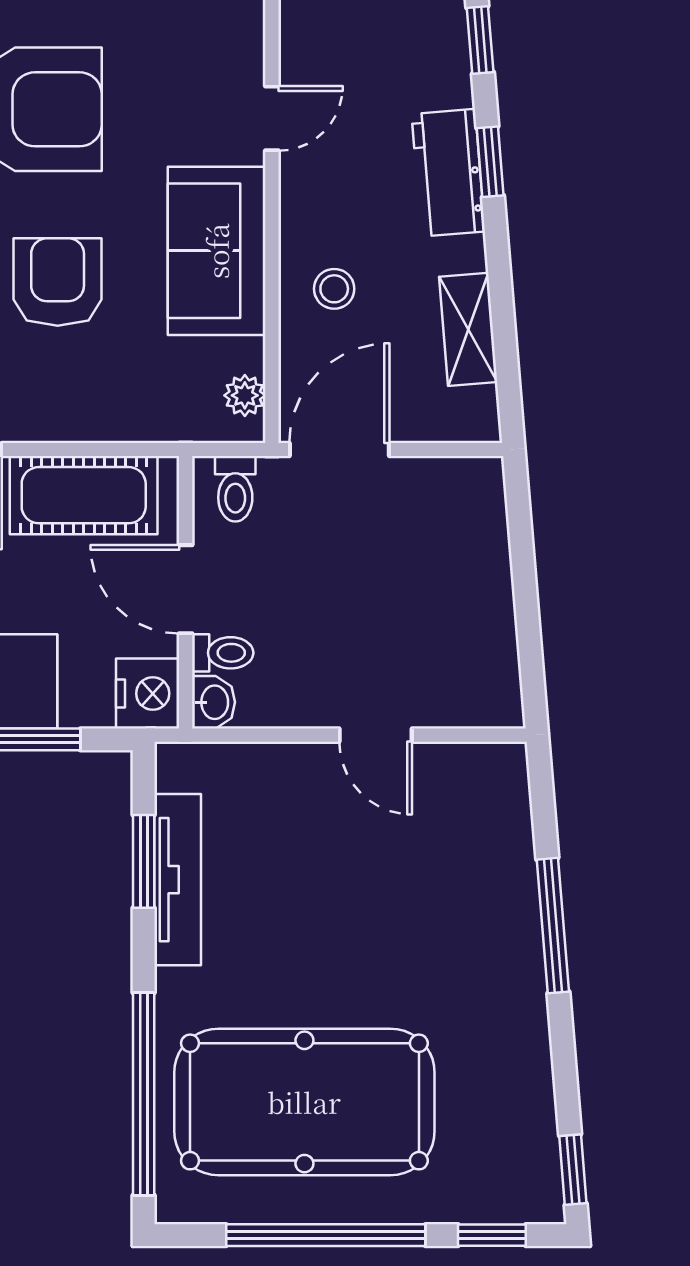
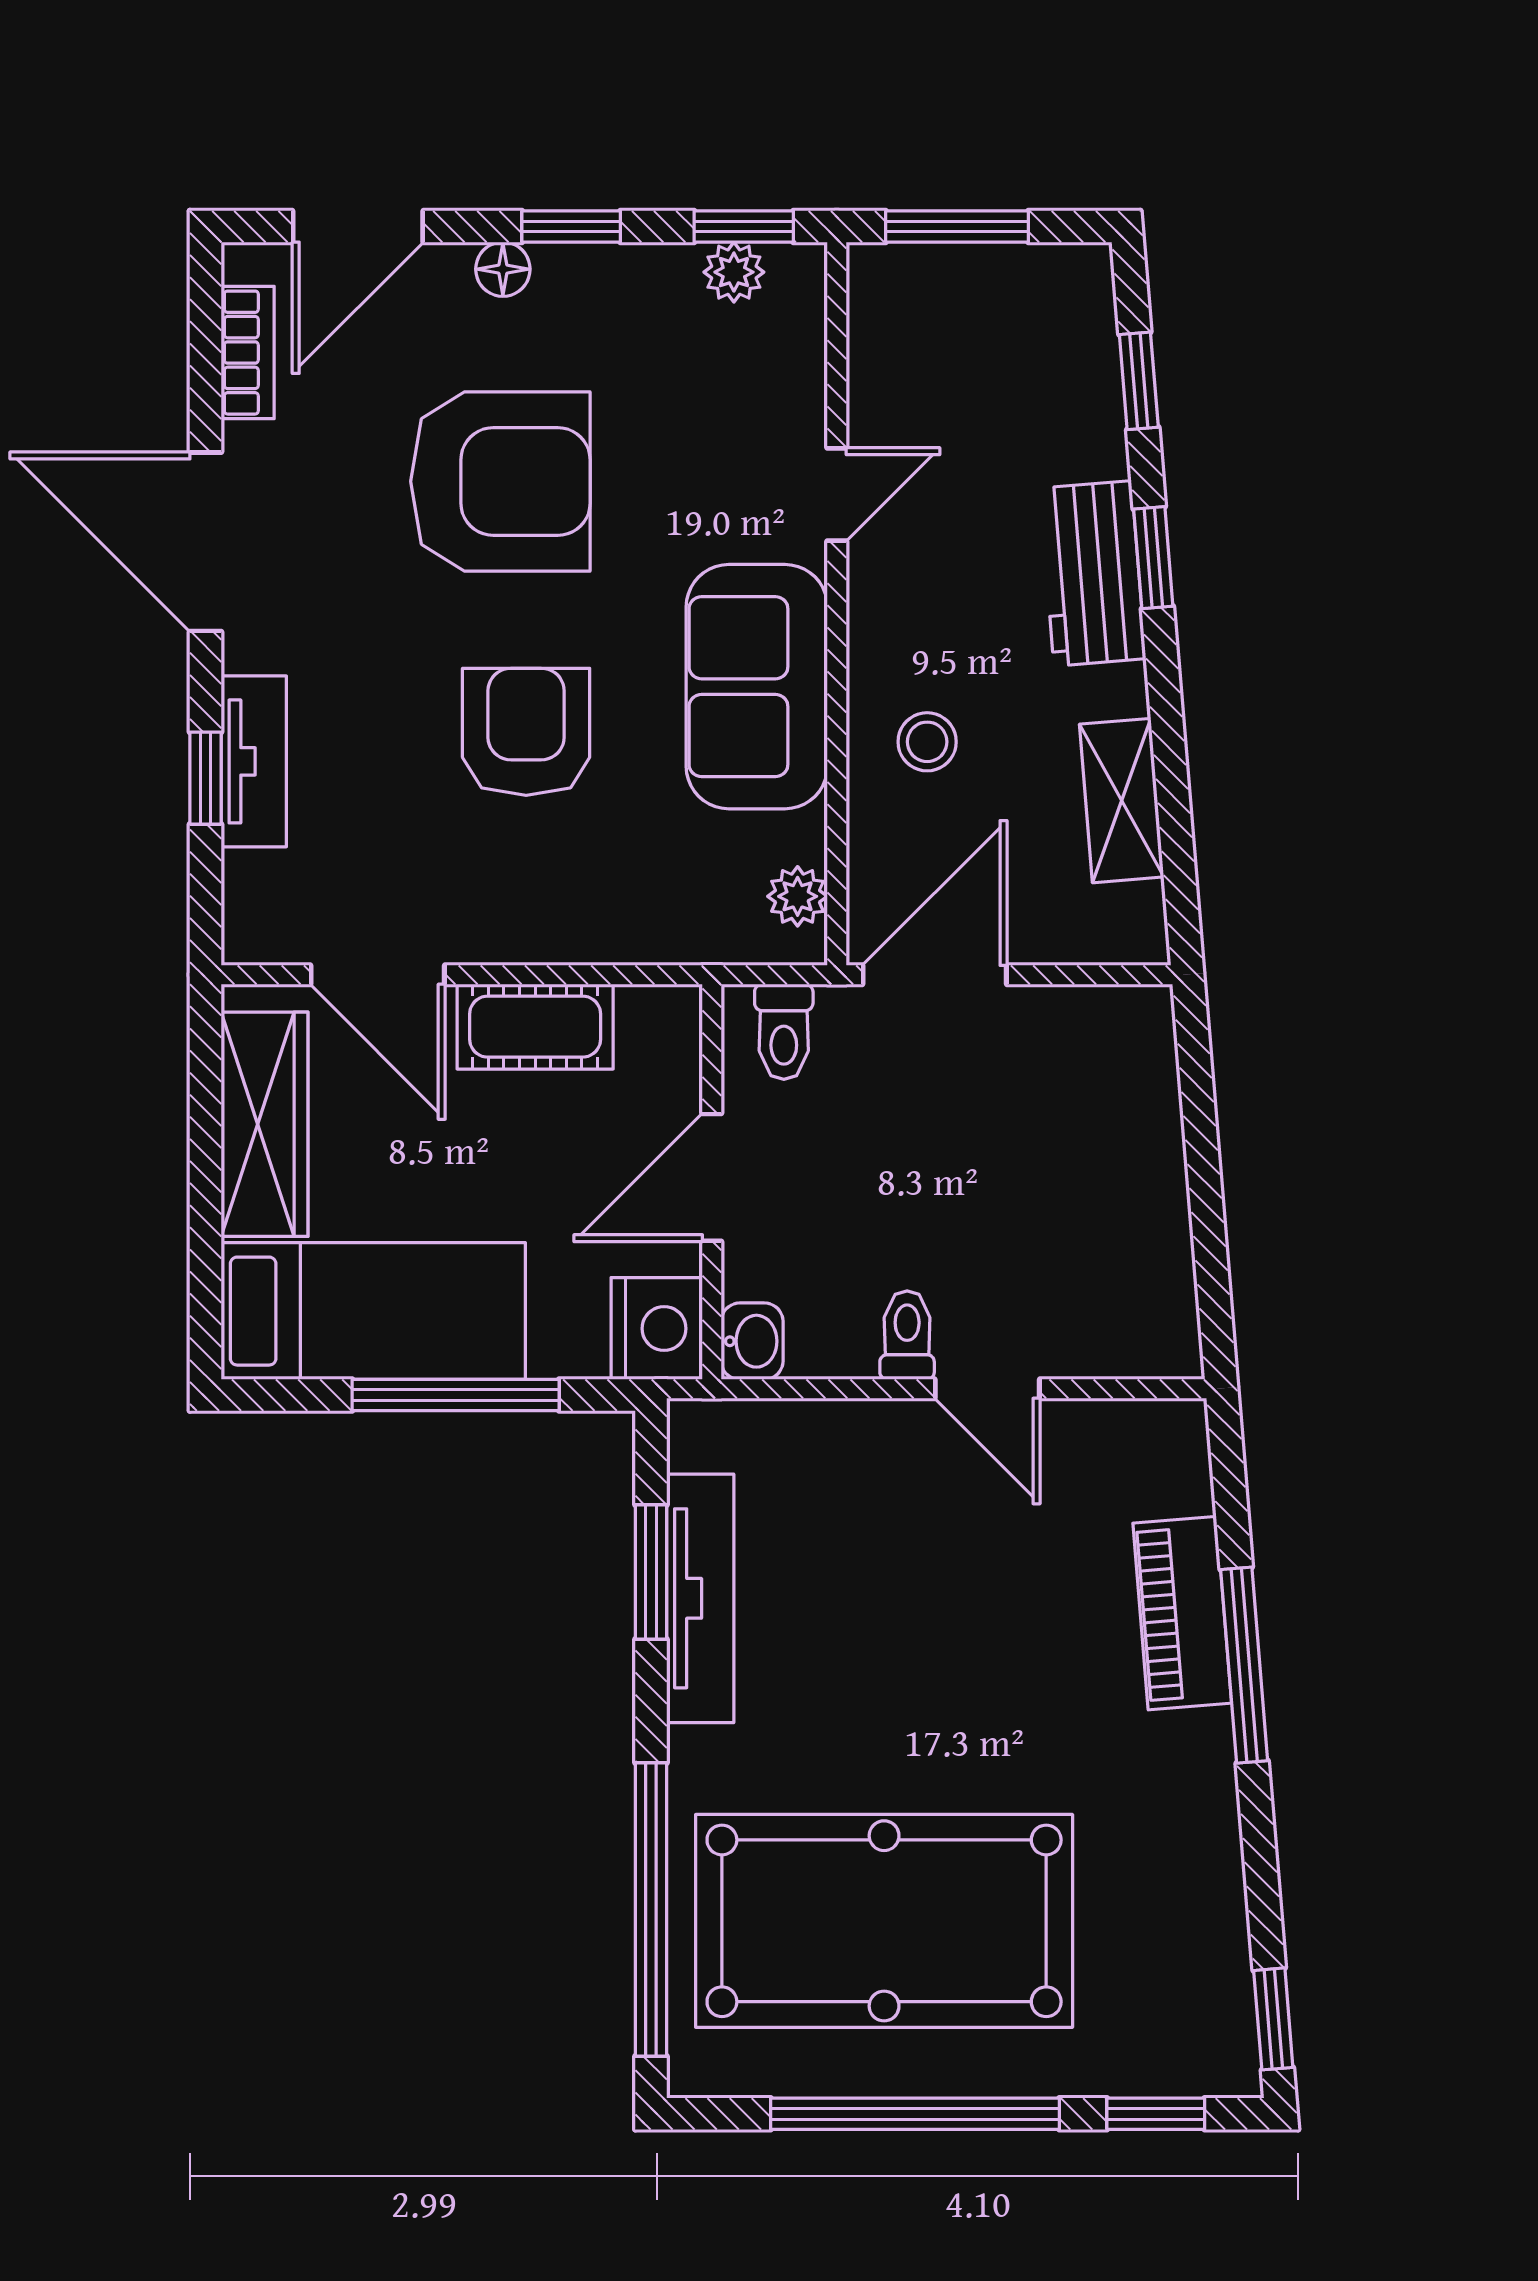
cot: (84, 495) -> (535, 1027), width x0.73, depth x0.75
door: (186, 589) -> (712, 1177), hinge flipped
toilet: (223, 653) -> (907, 1335), moved, turned -90
piano: (510, 890) -> (1182, 1613), added

